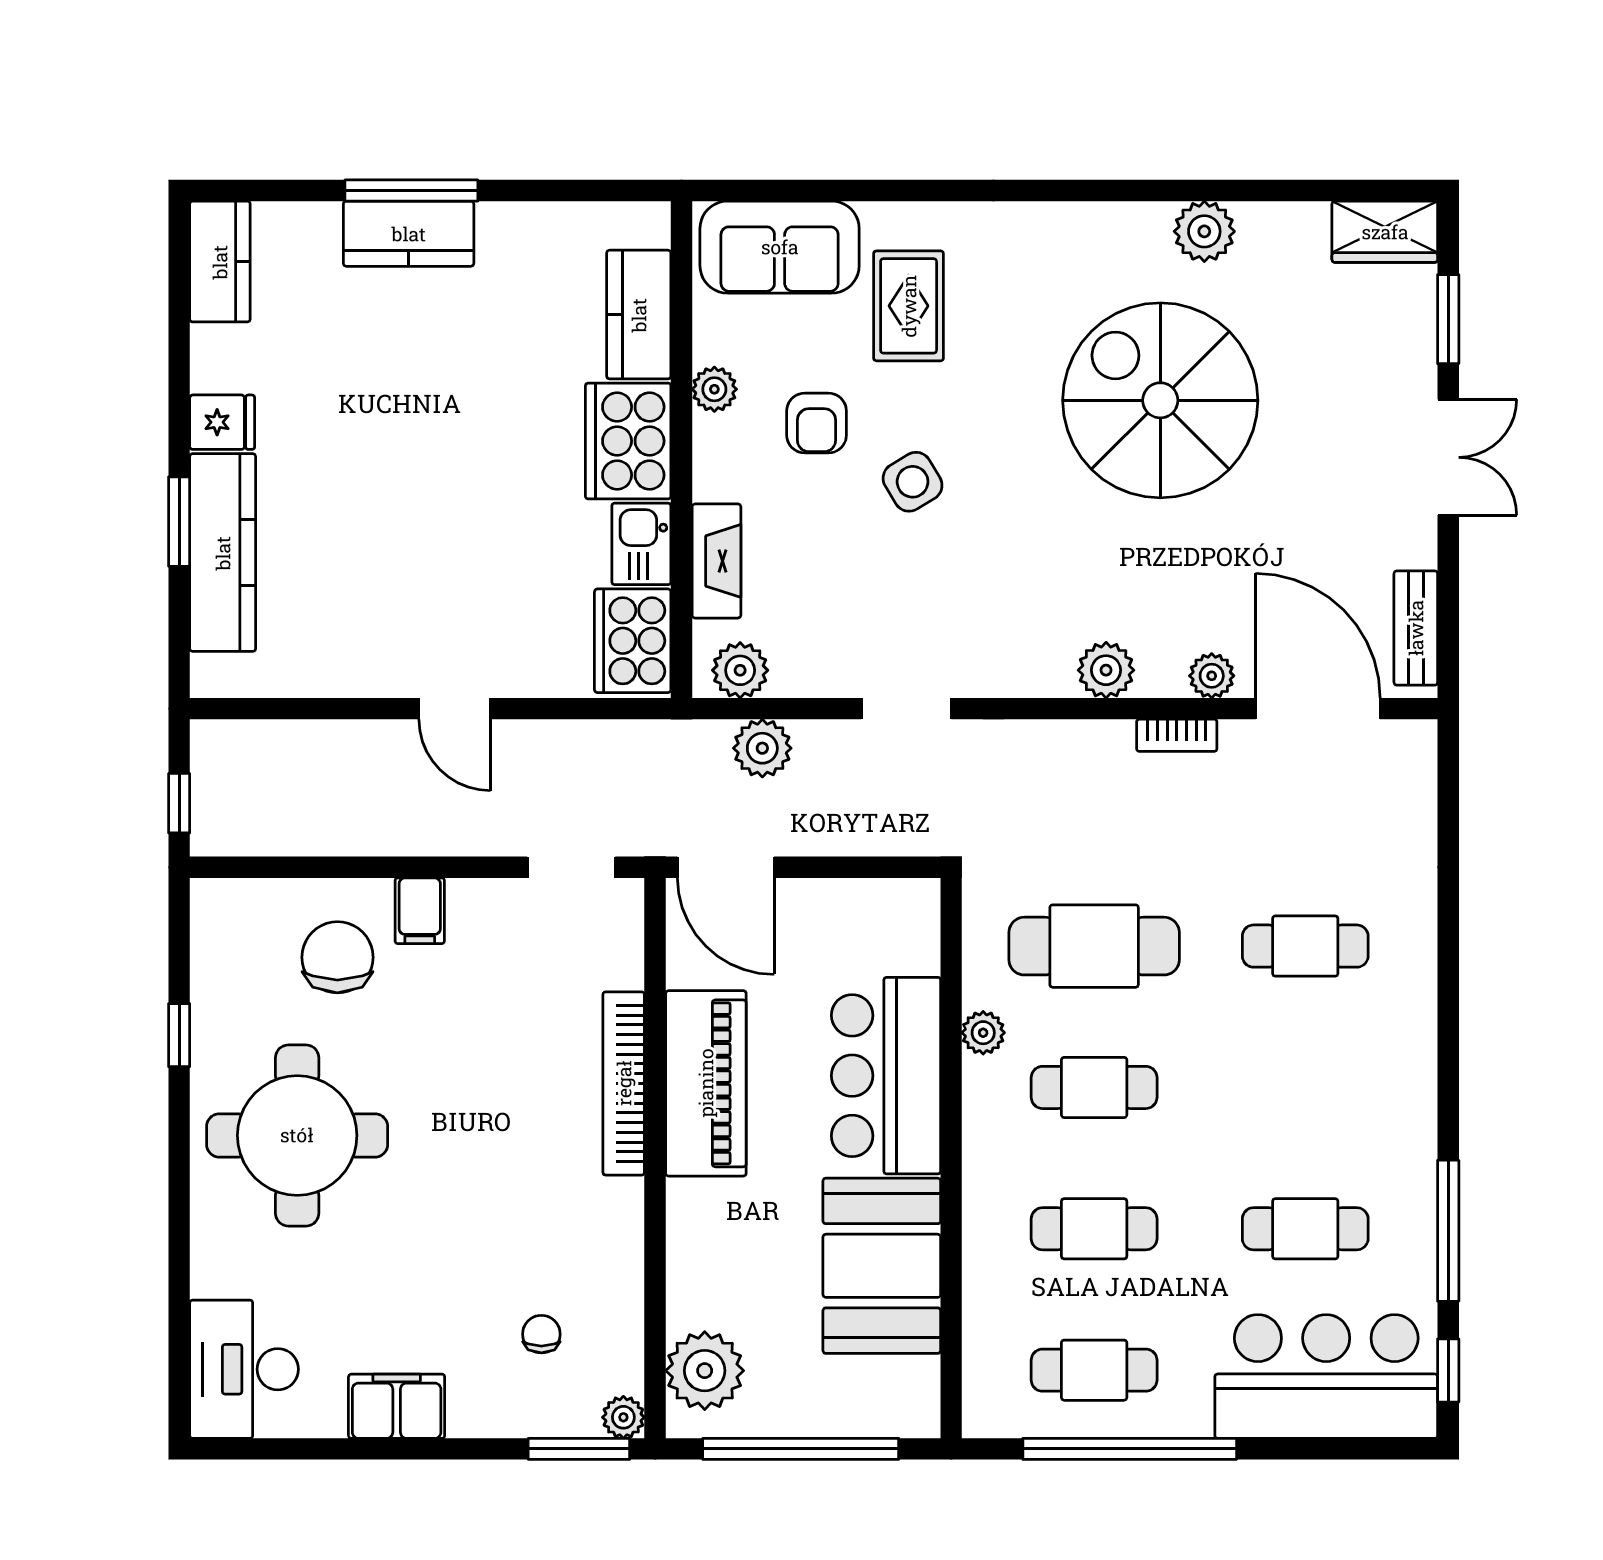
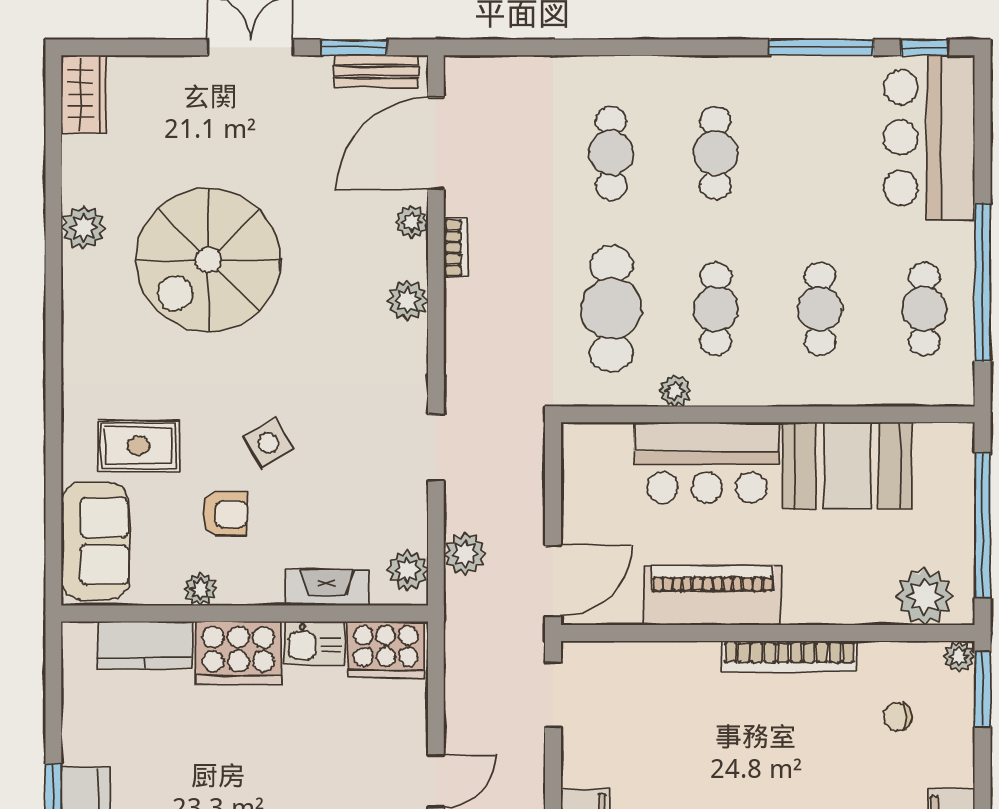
window: (1448, 319) -> (354, 47), moved
bookcase: (624, 1083) -> (789, 656), moved
cafe table: (1305, 1229) -> (716, 153), moved

